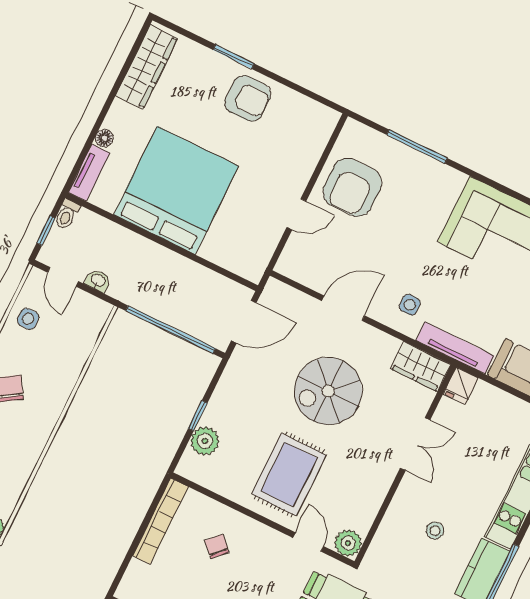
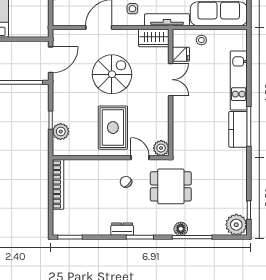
fridge: (461, 386) -> (181, 54), moved, turned -90
spiral stairs: (328, 391) -> (112, 74), turned 180
stool: (435, 531) -> (201, 40), moved
chair: (217, 546) -> (126, 182), moved

